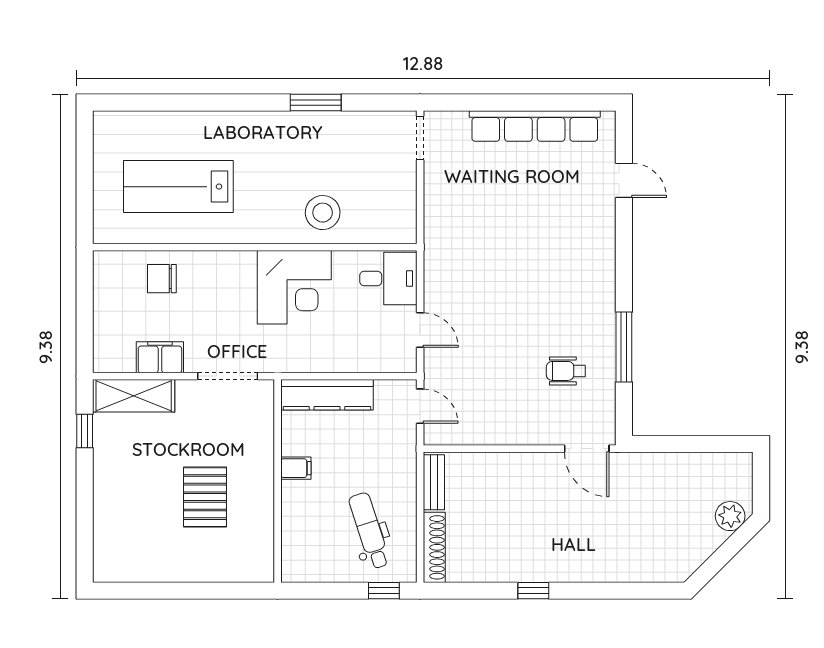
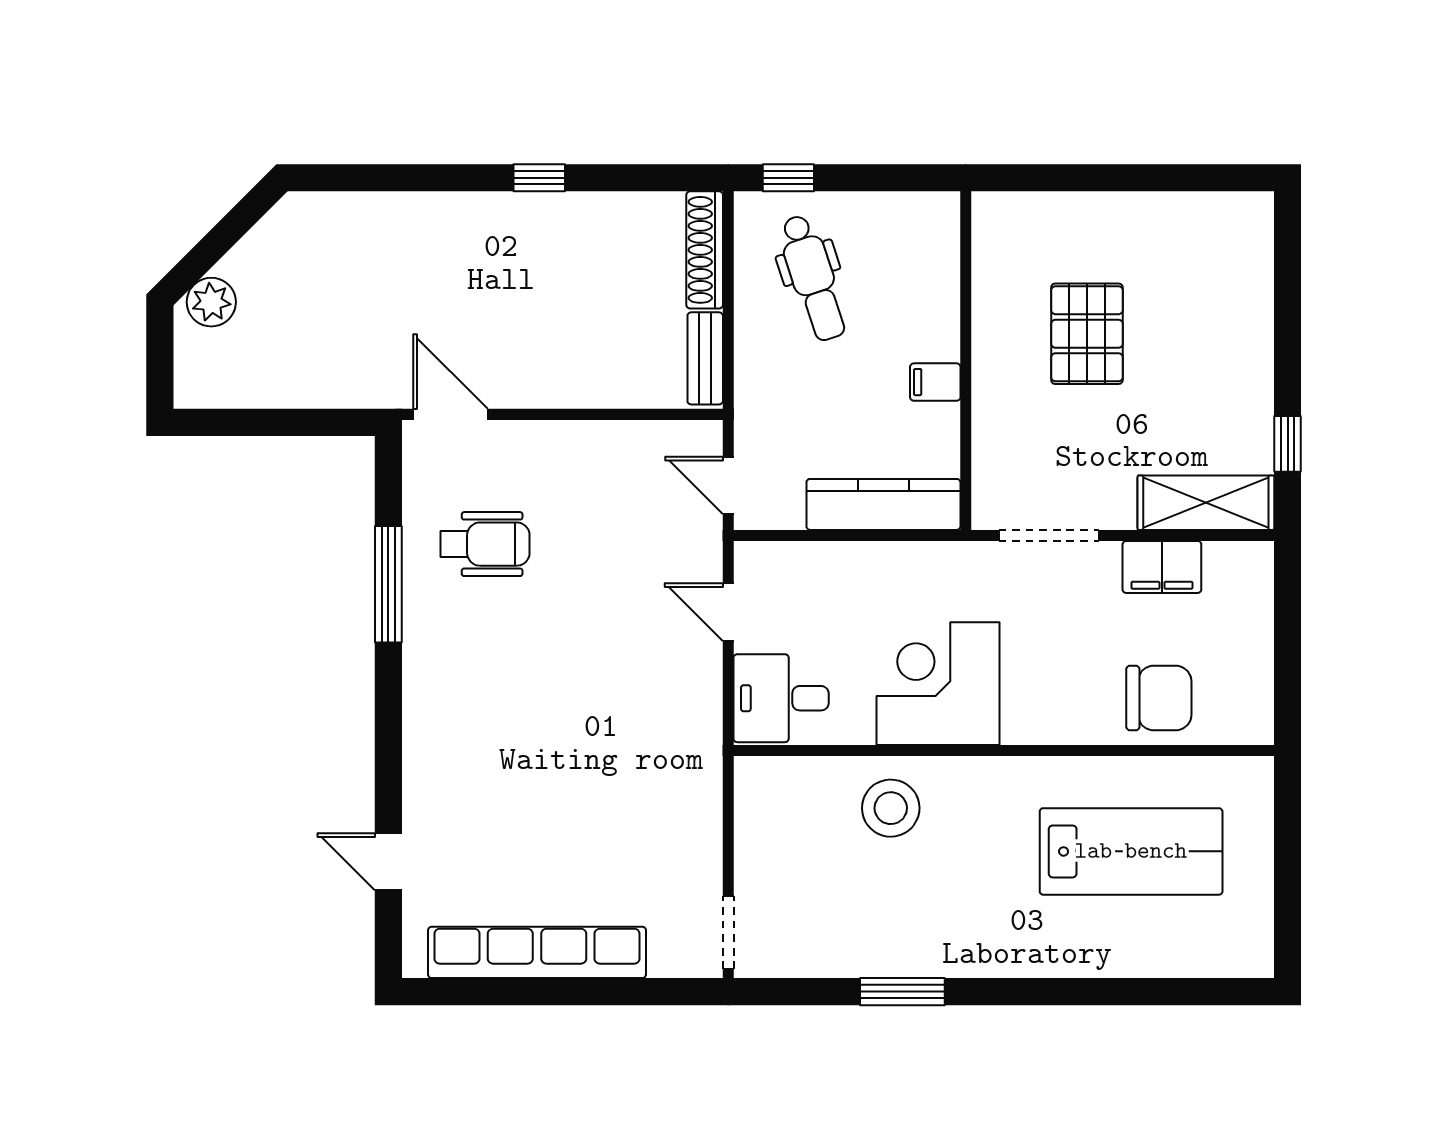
chair: (162, 279) -> (1159, 698), width x1.37, depth x1.37
wheelchair: (566, 371) -> (485, 544), width x1.36, depth x1.37

